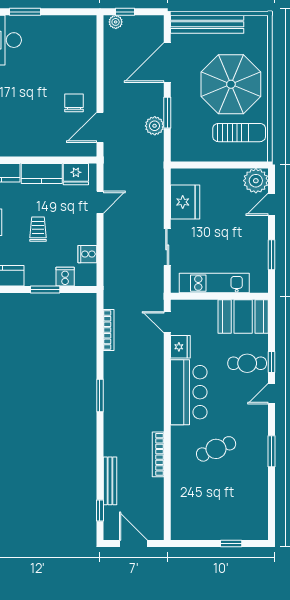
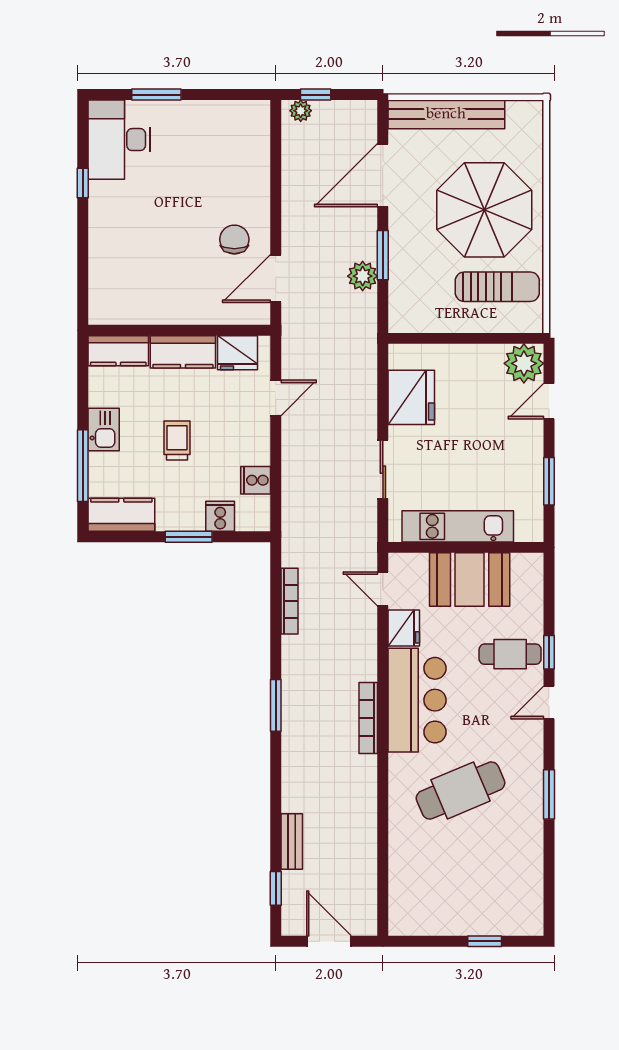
booth: (243, 316) -> (470, 580), moved
cafe table: (216, 449) -> (461, 790), width x1.37, depth x1.35
bookcase: (158, 454) -> (368, 718), moved
bench: (110, 481) -> (292, 841), width x0.73

